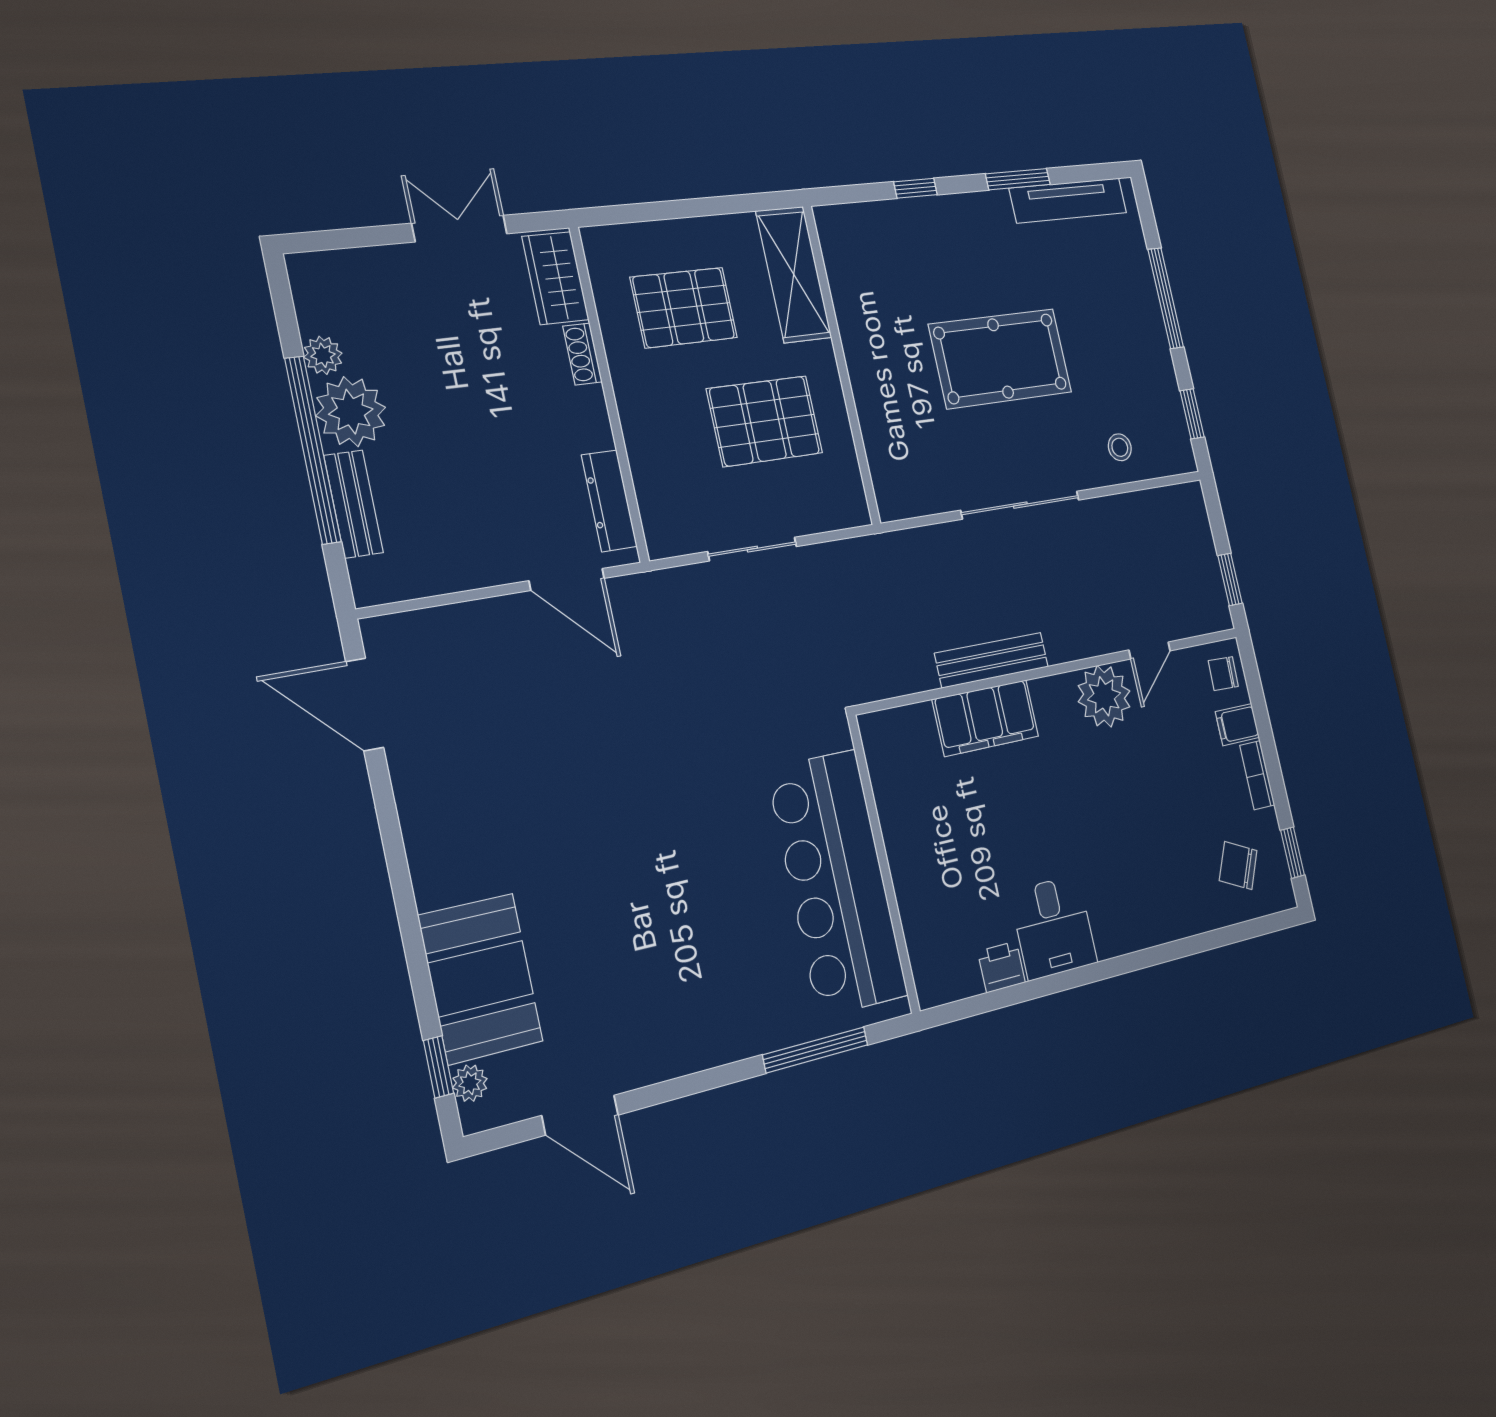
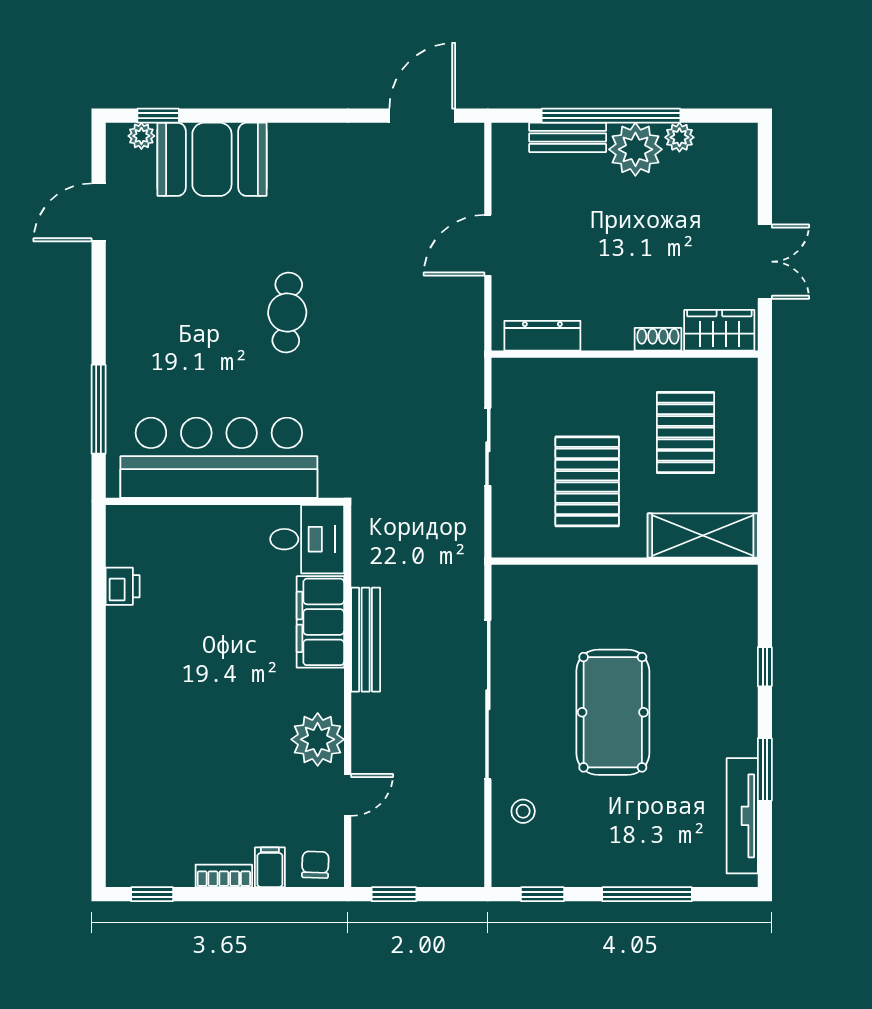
sliding door: (1020, 505) -> (488, 700), width x1.36
door: (567, 579) -> (488, 245), moved
door: (1150, 650) -> (348, 795), swing flipped
cafe table: (651, 834) -> (287, 313), added
chair: (1238, 866) -> (153, 835), removed
desk: (1053, 927) -> (307, 539), moved, turned 180

